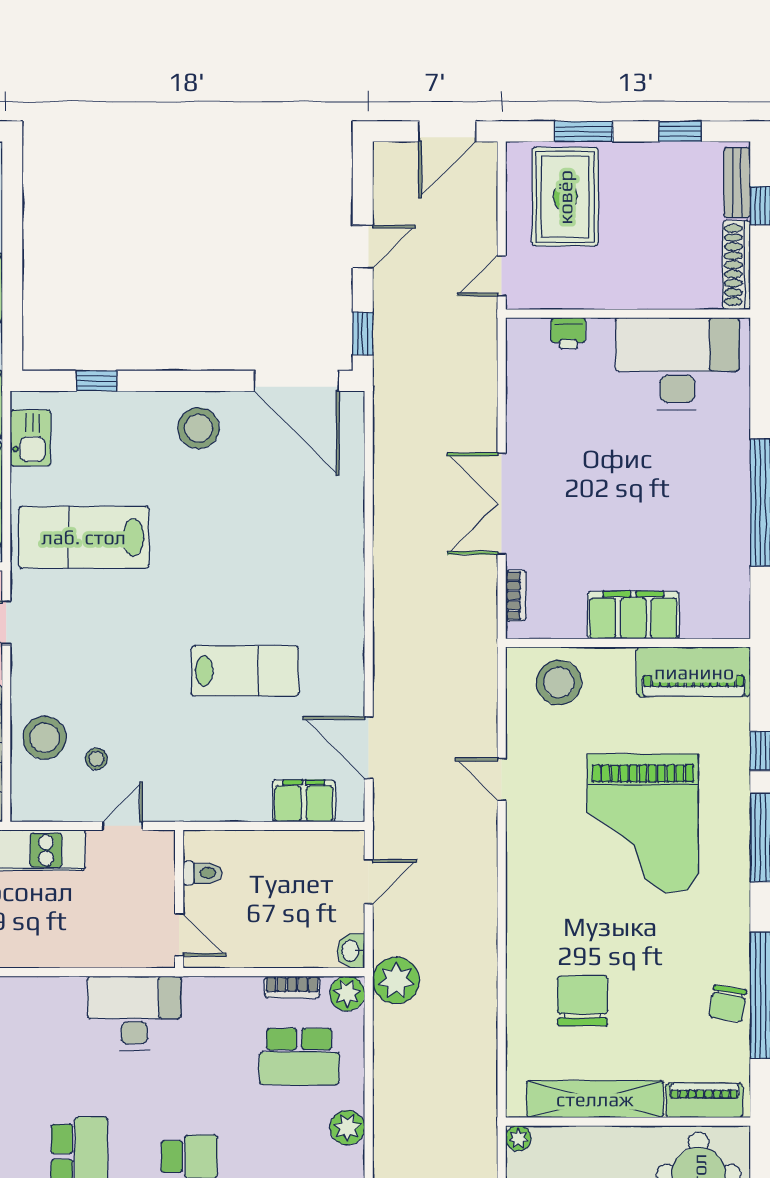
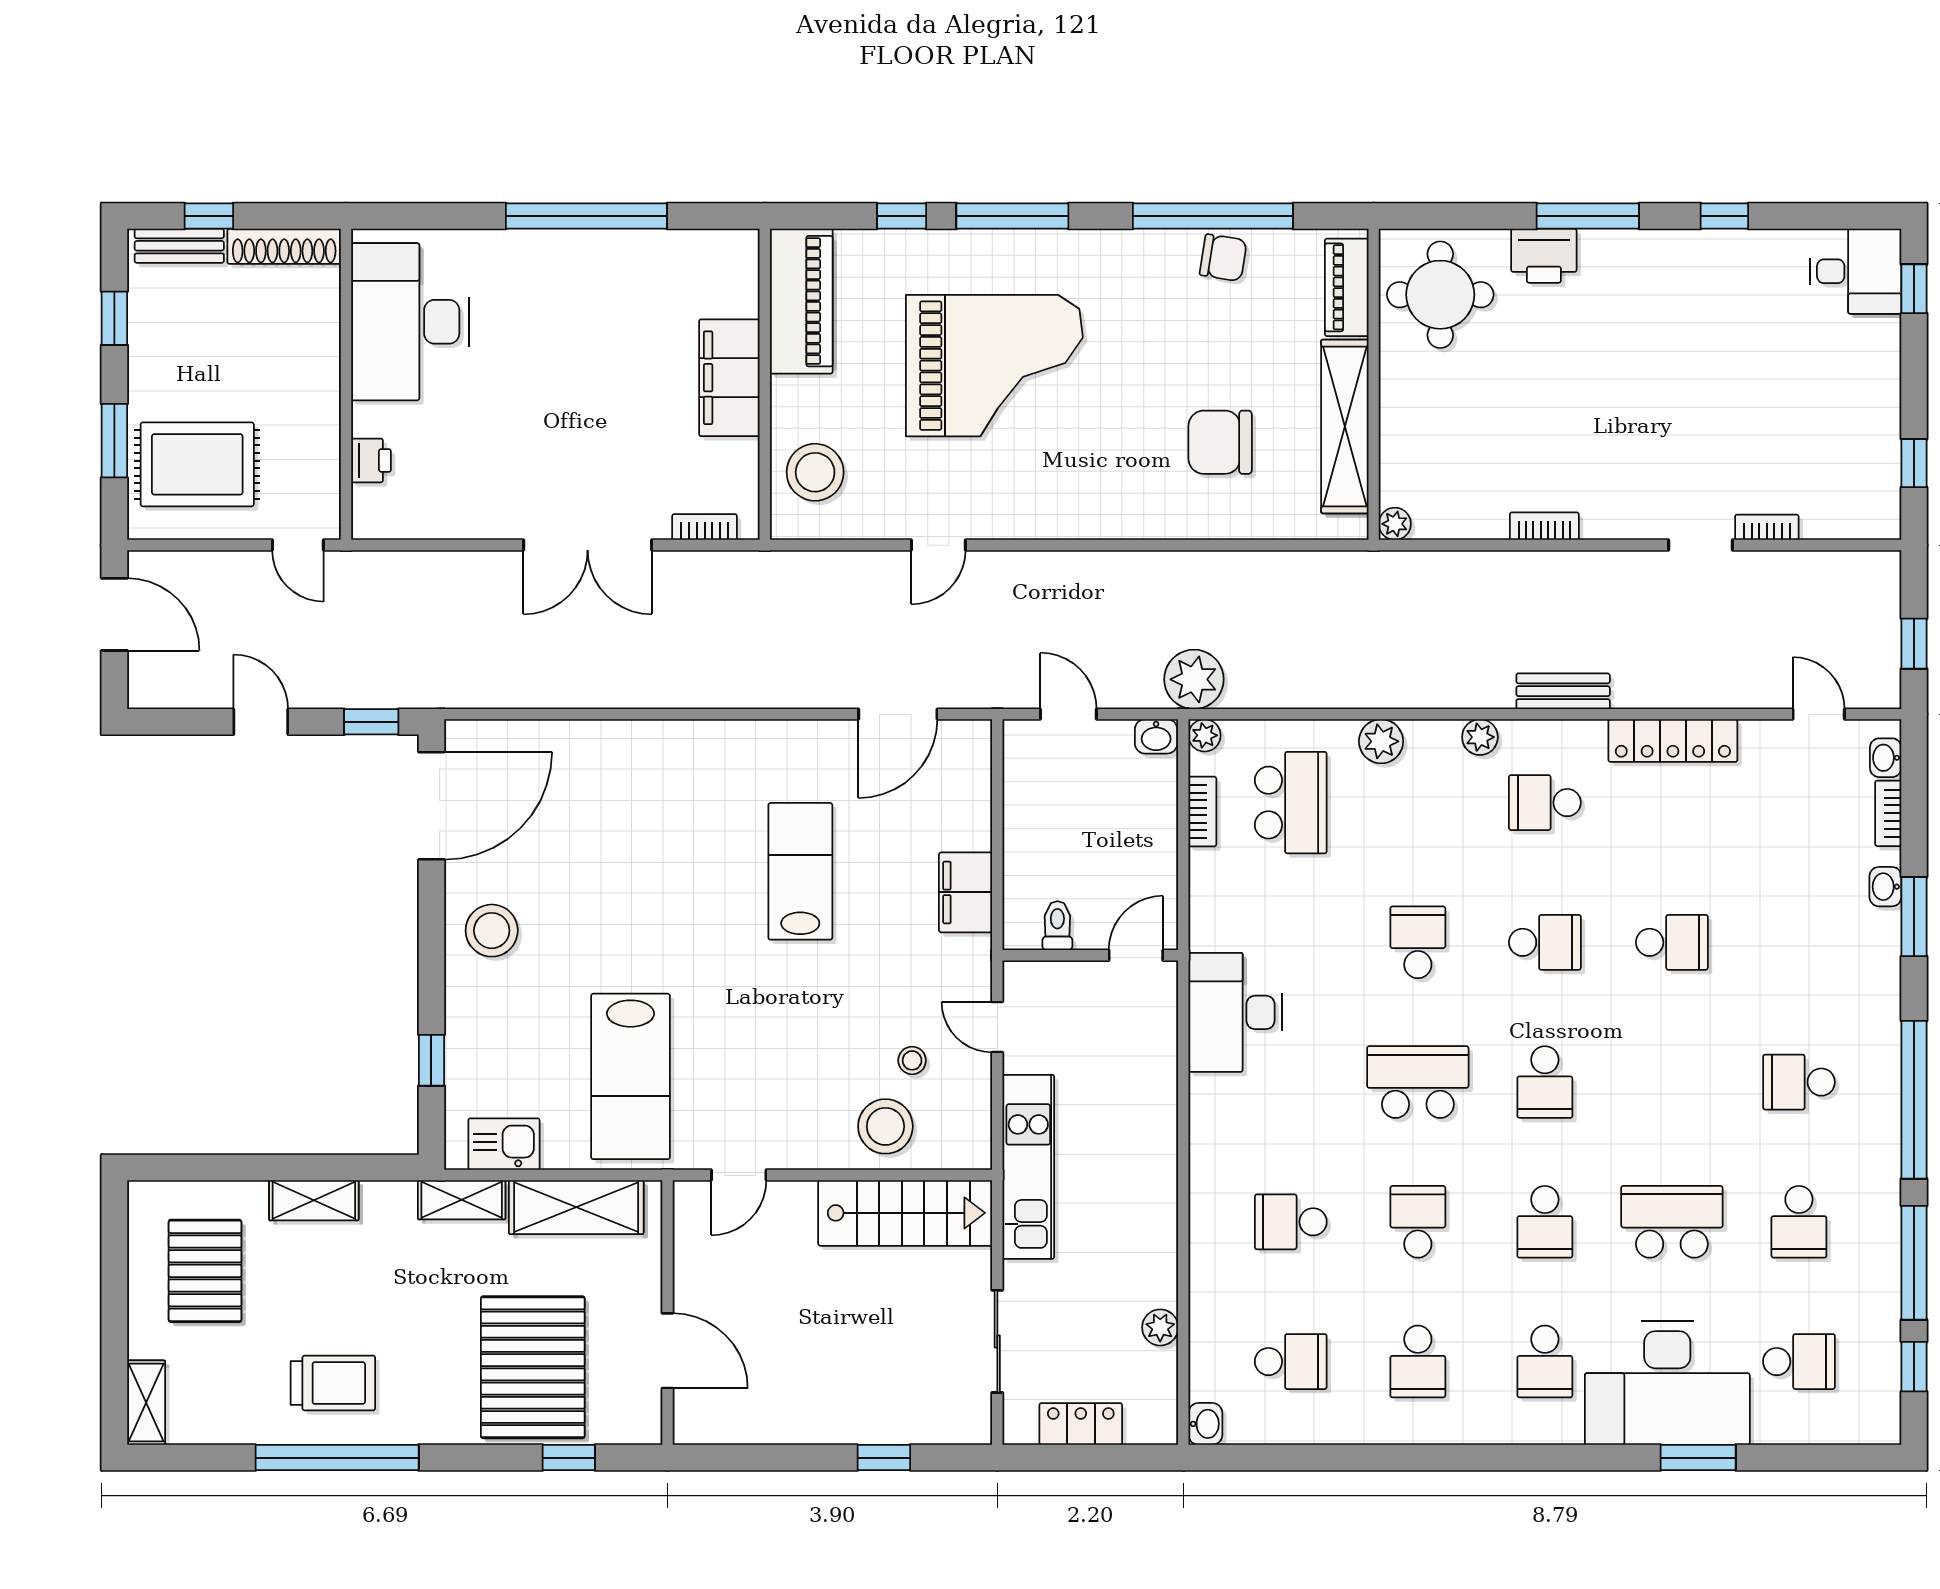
filing cabinet: (304, 801) -> (966, 892), moved
plant: (347, 994) -> (1205, 735), width x0.73, depth x0.73

